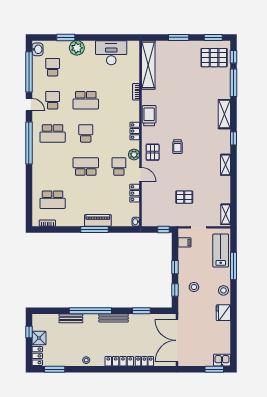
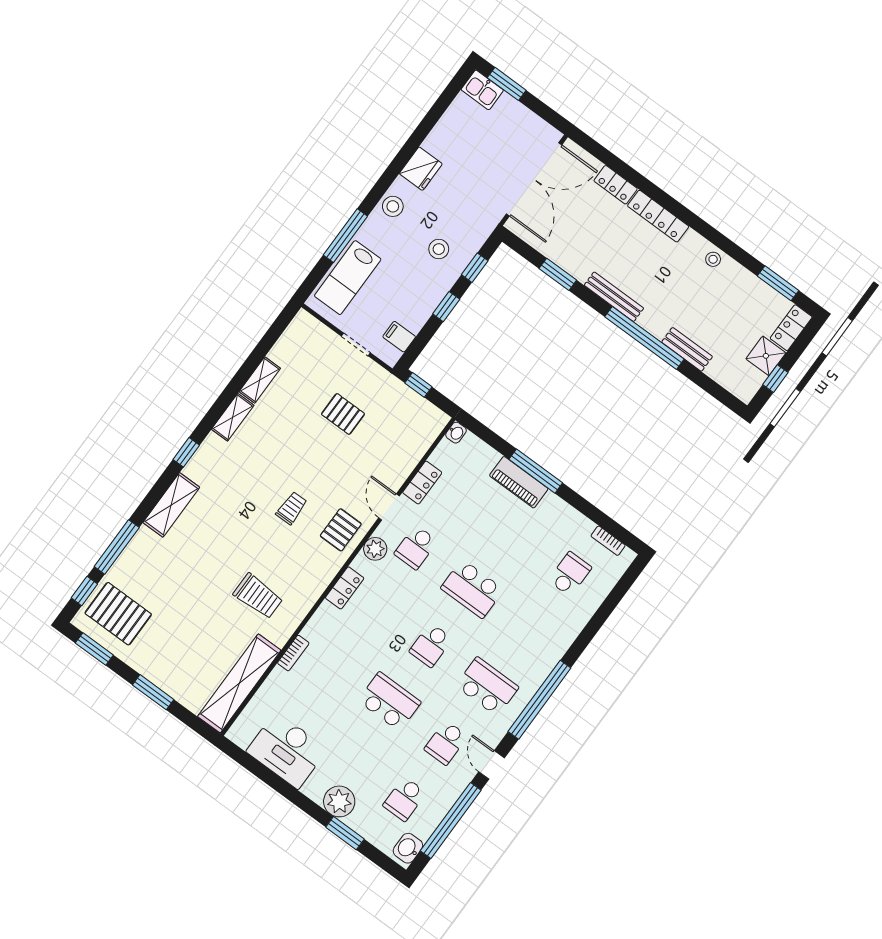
trolley: (149, 116) -> (258, 596), moved, turned -90
school desk: (53, 200) -> (570, 574), width x0.54
shelving: (226, 214) -> (260, 380), moved

